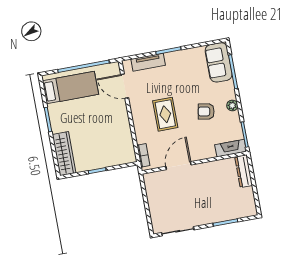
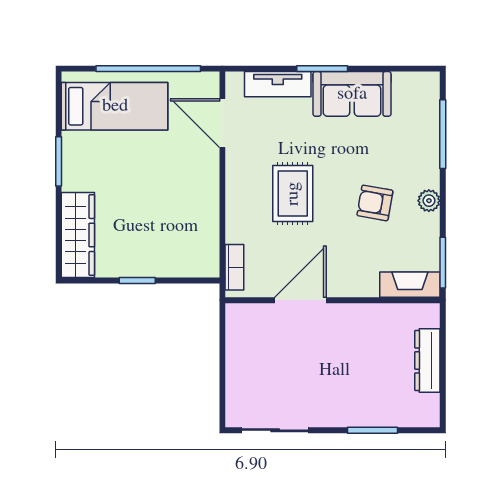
sofa: (219, 62) -> (352, 94), moved, turned -90
dresser: (244, 171) -> (427, 360), moved

